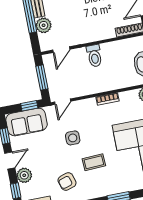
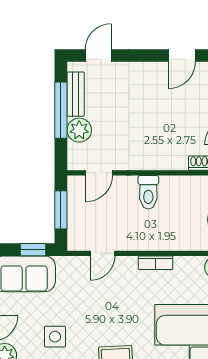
door: (63, 102) -> (102, 253), moved
side table: (73, 138) -> (55, 337), moved

